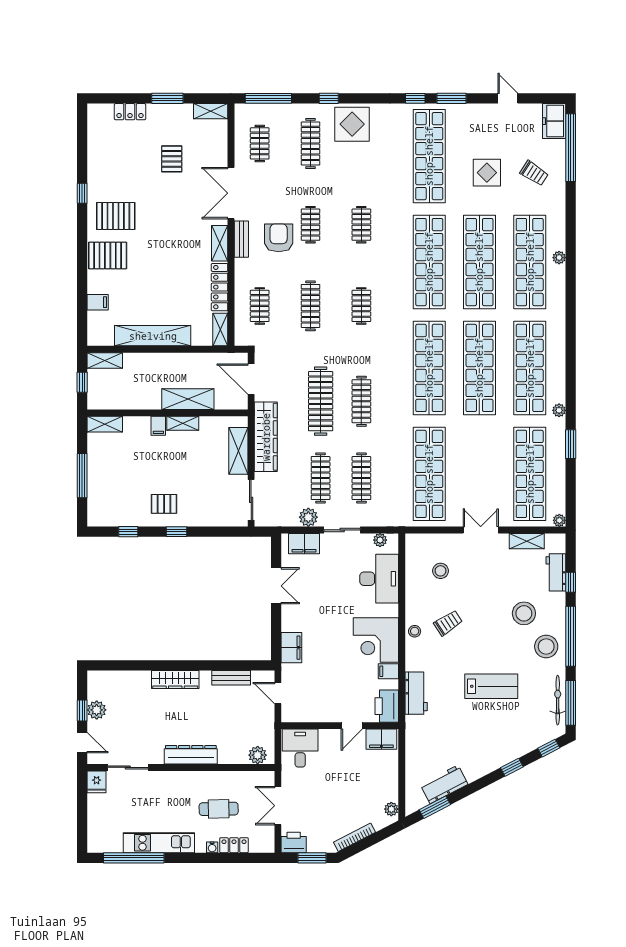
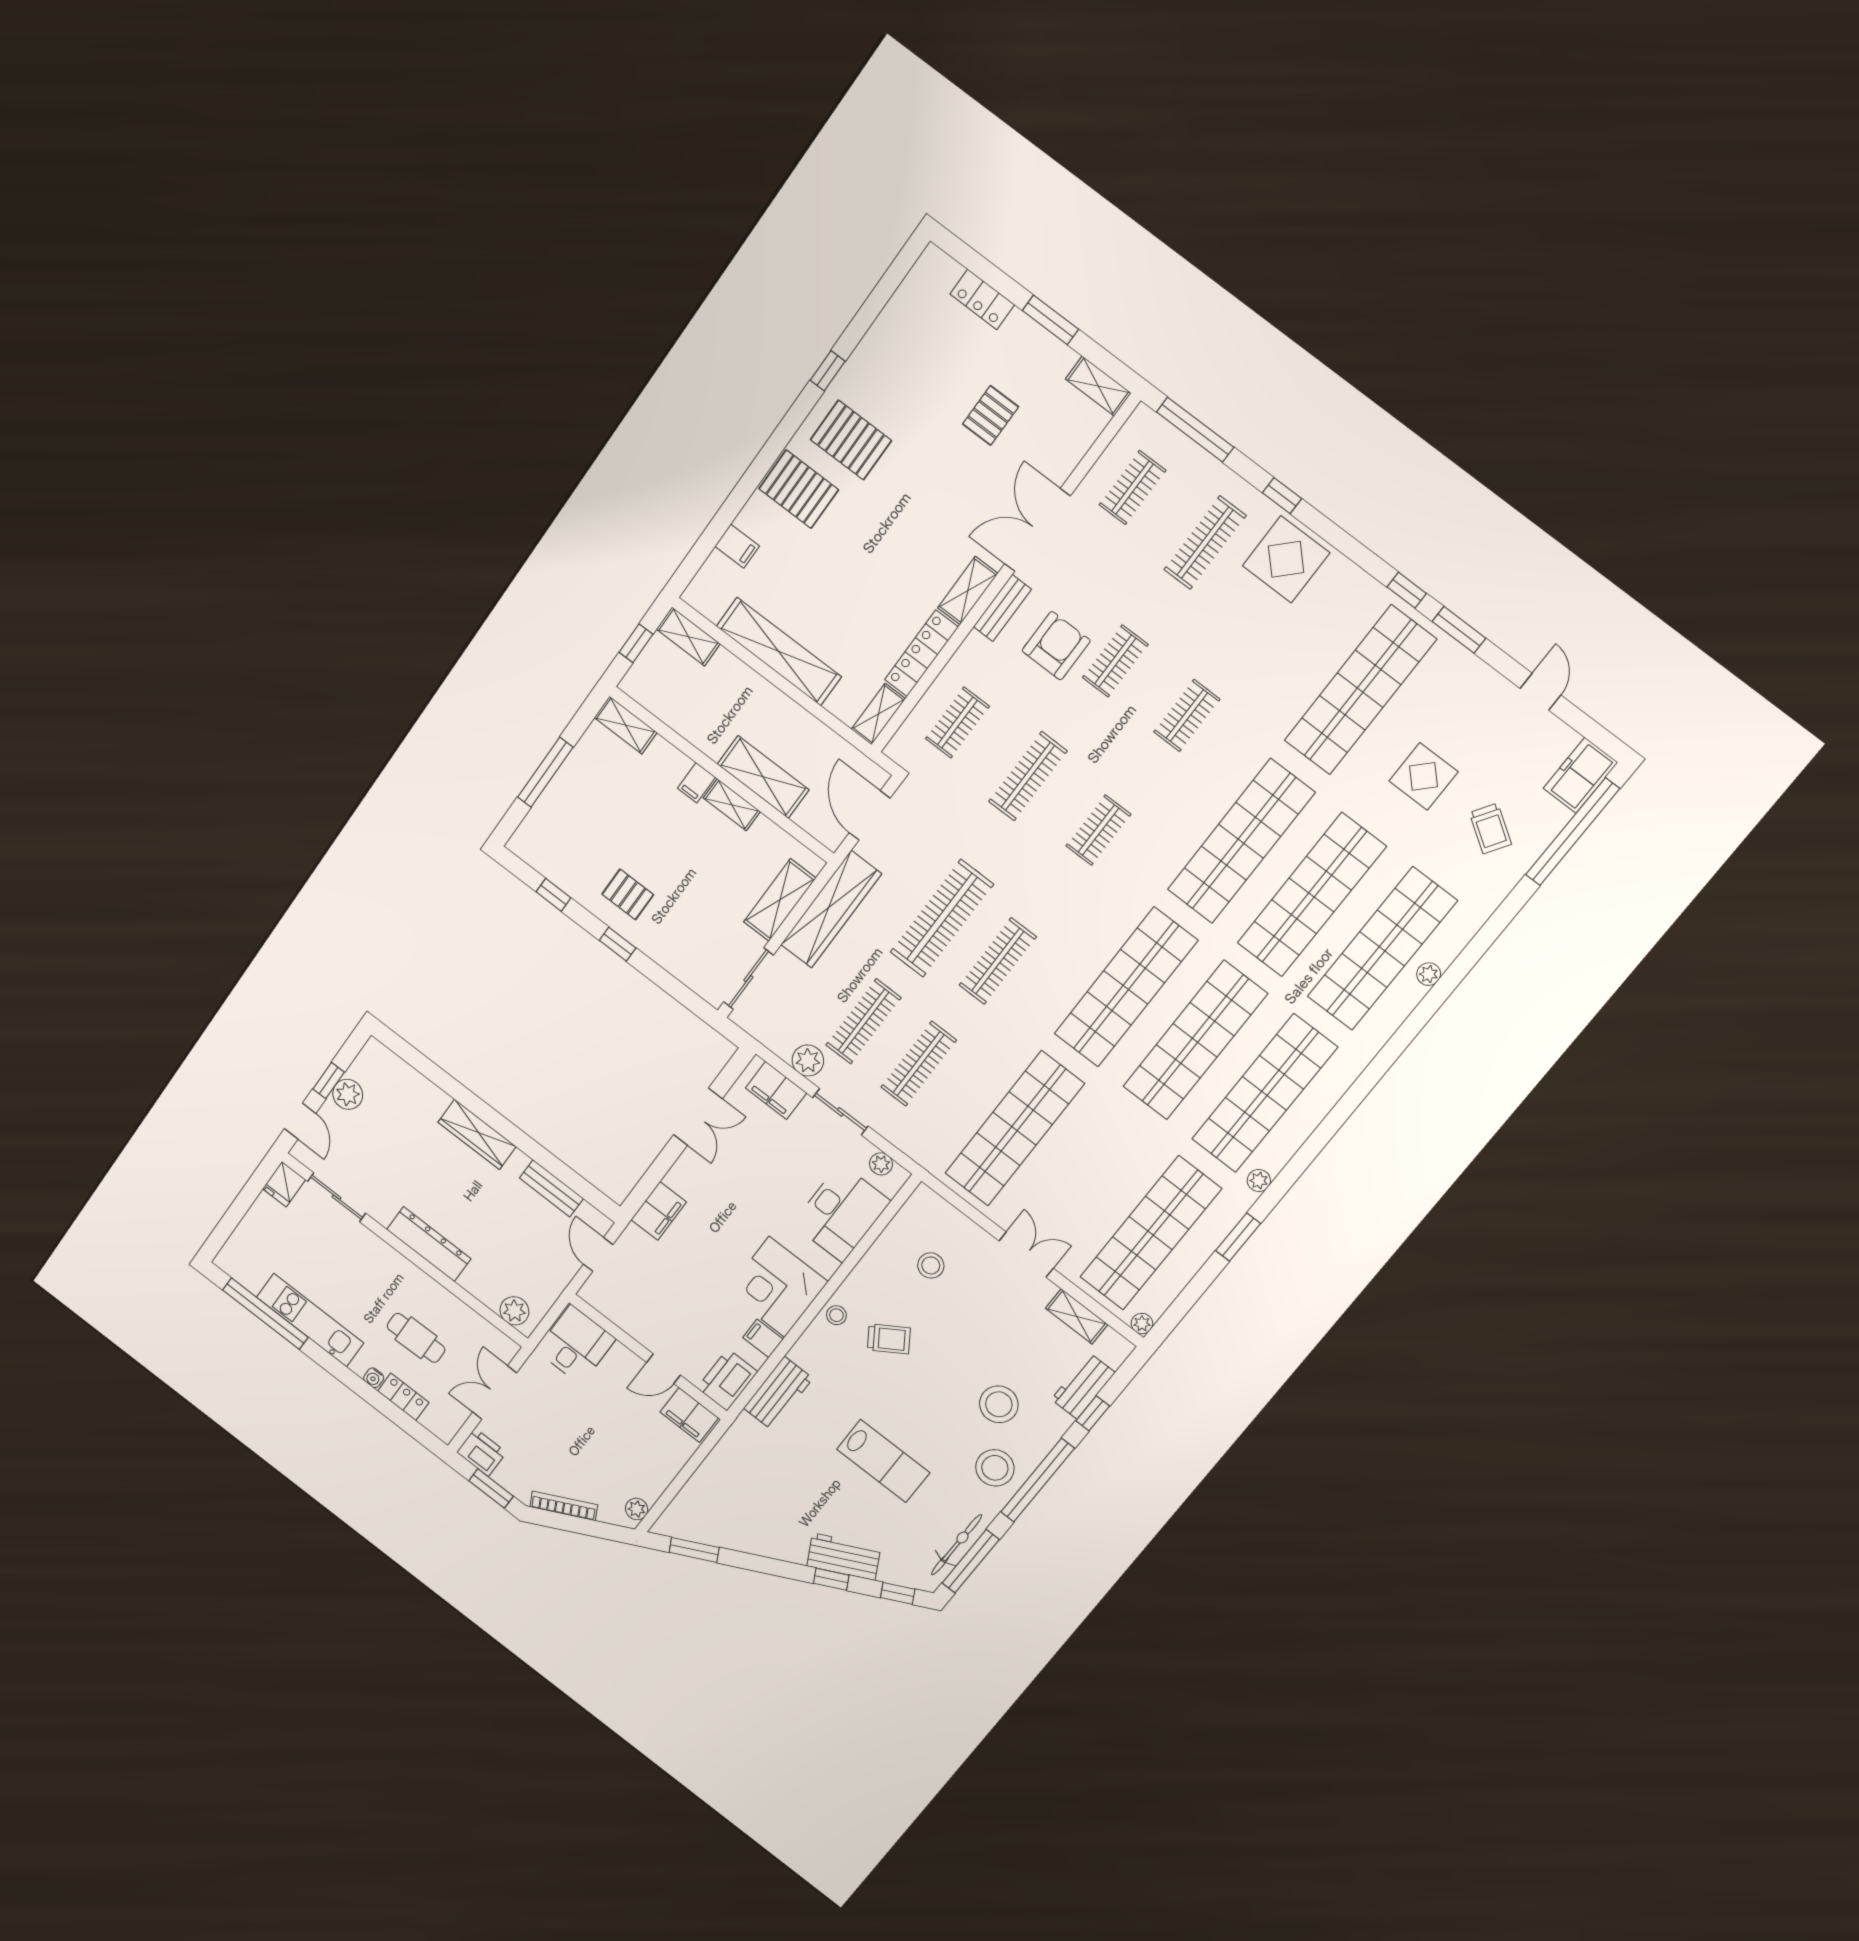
workbench: (444, 784) -> (844, 1557), moved

